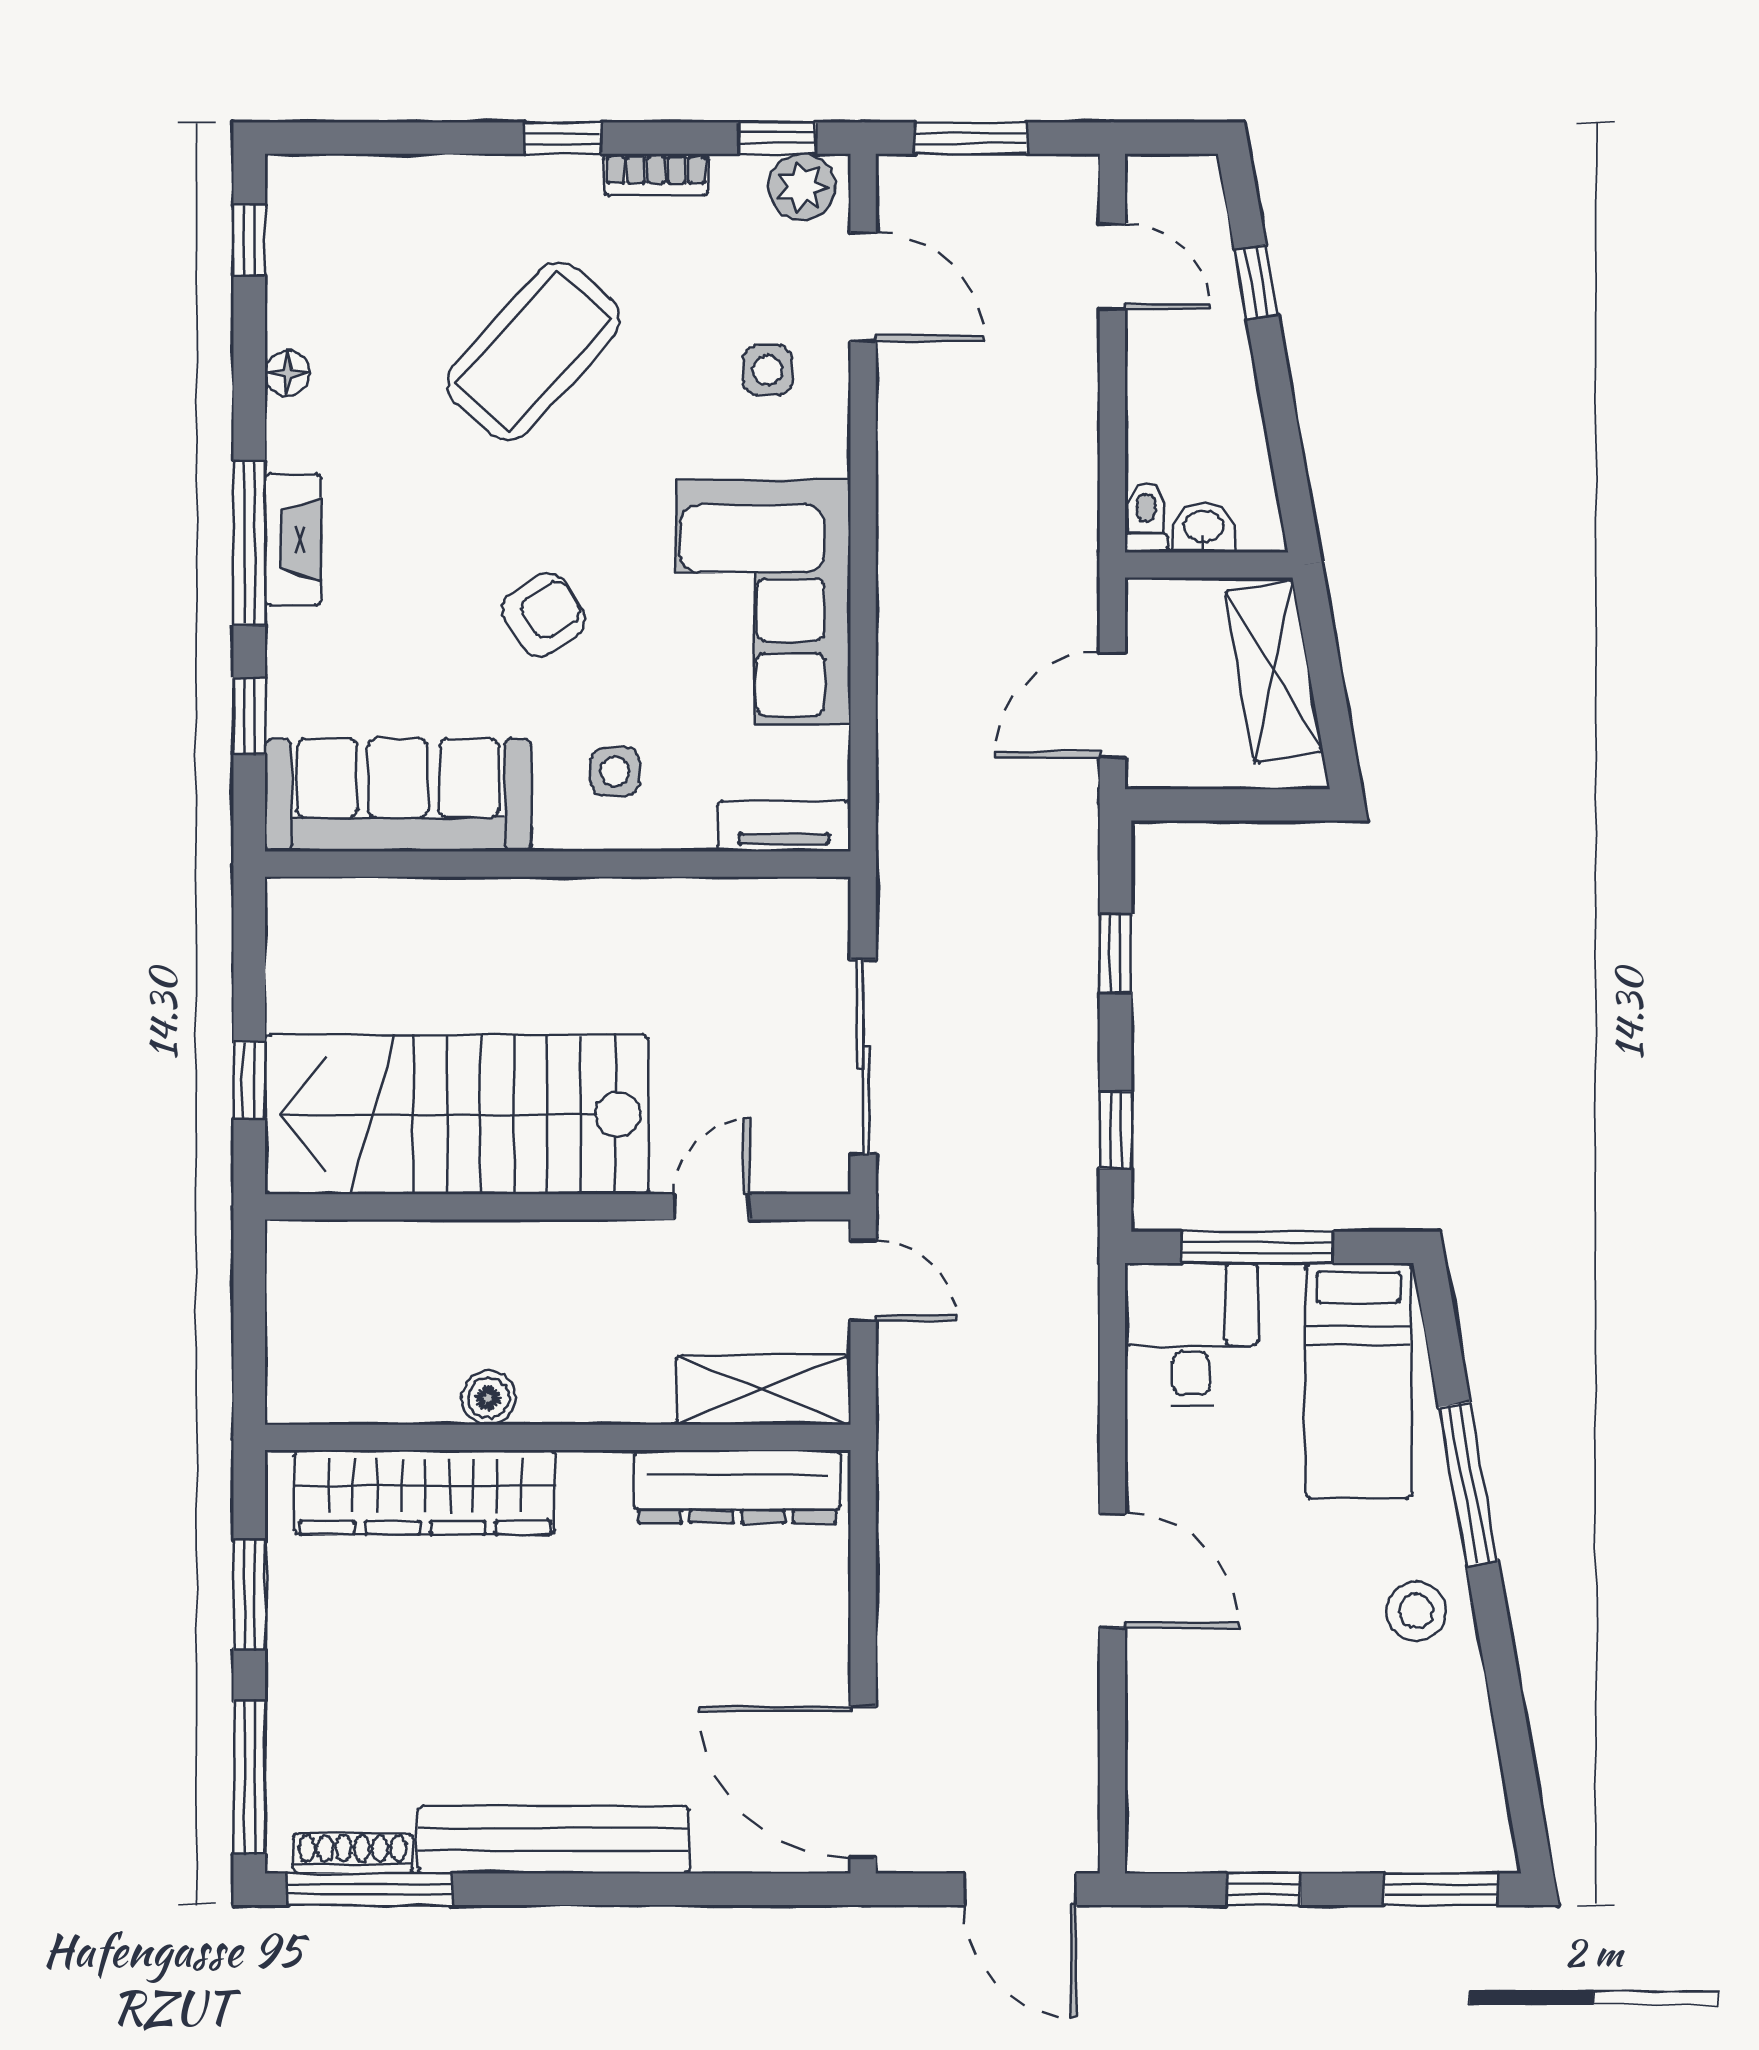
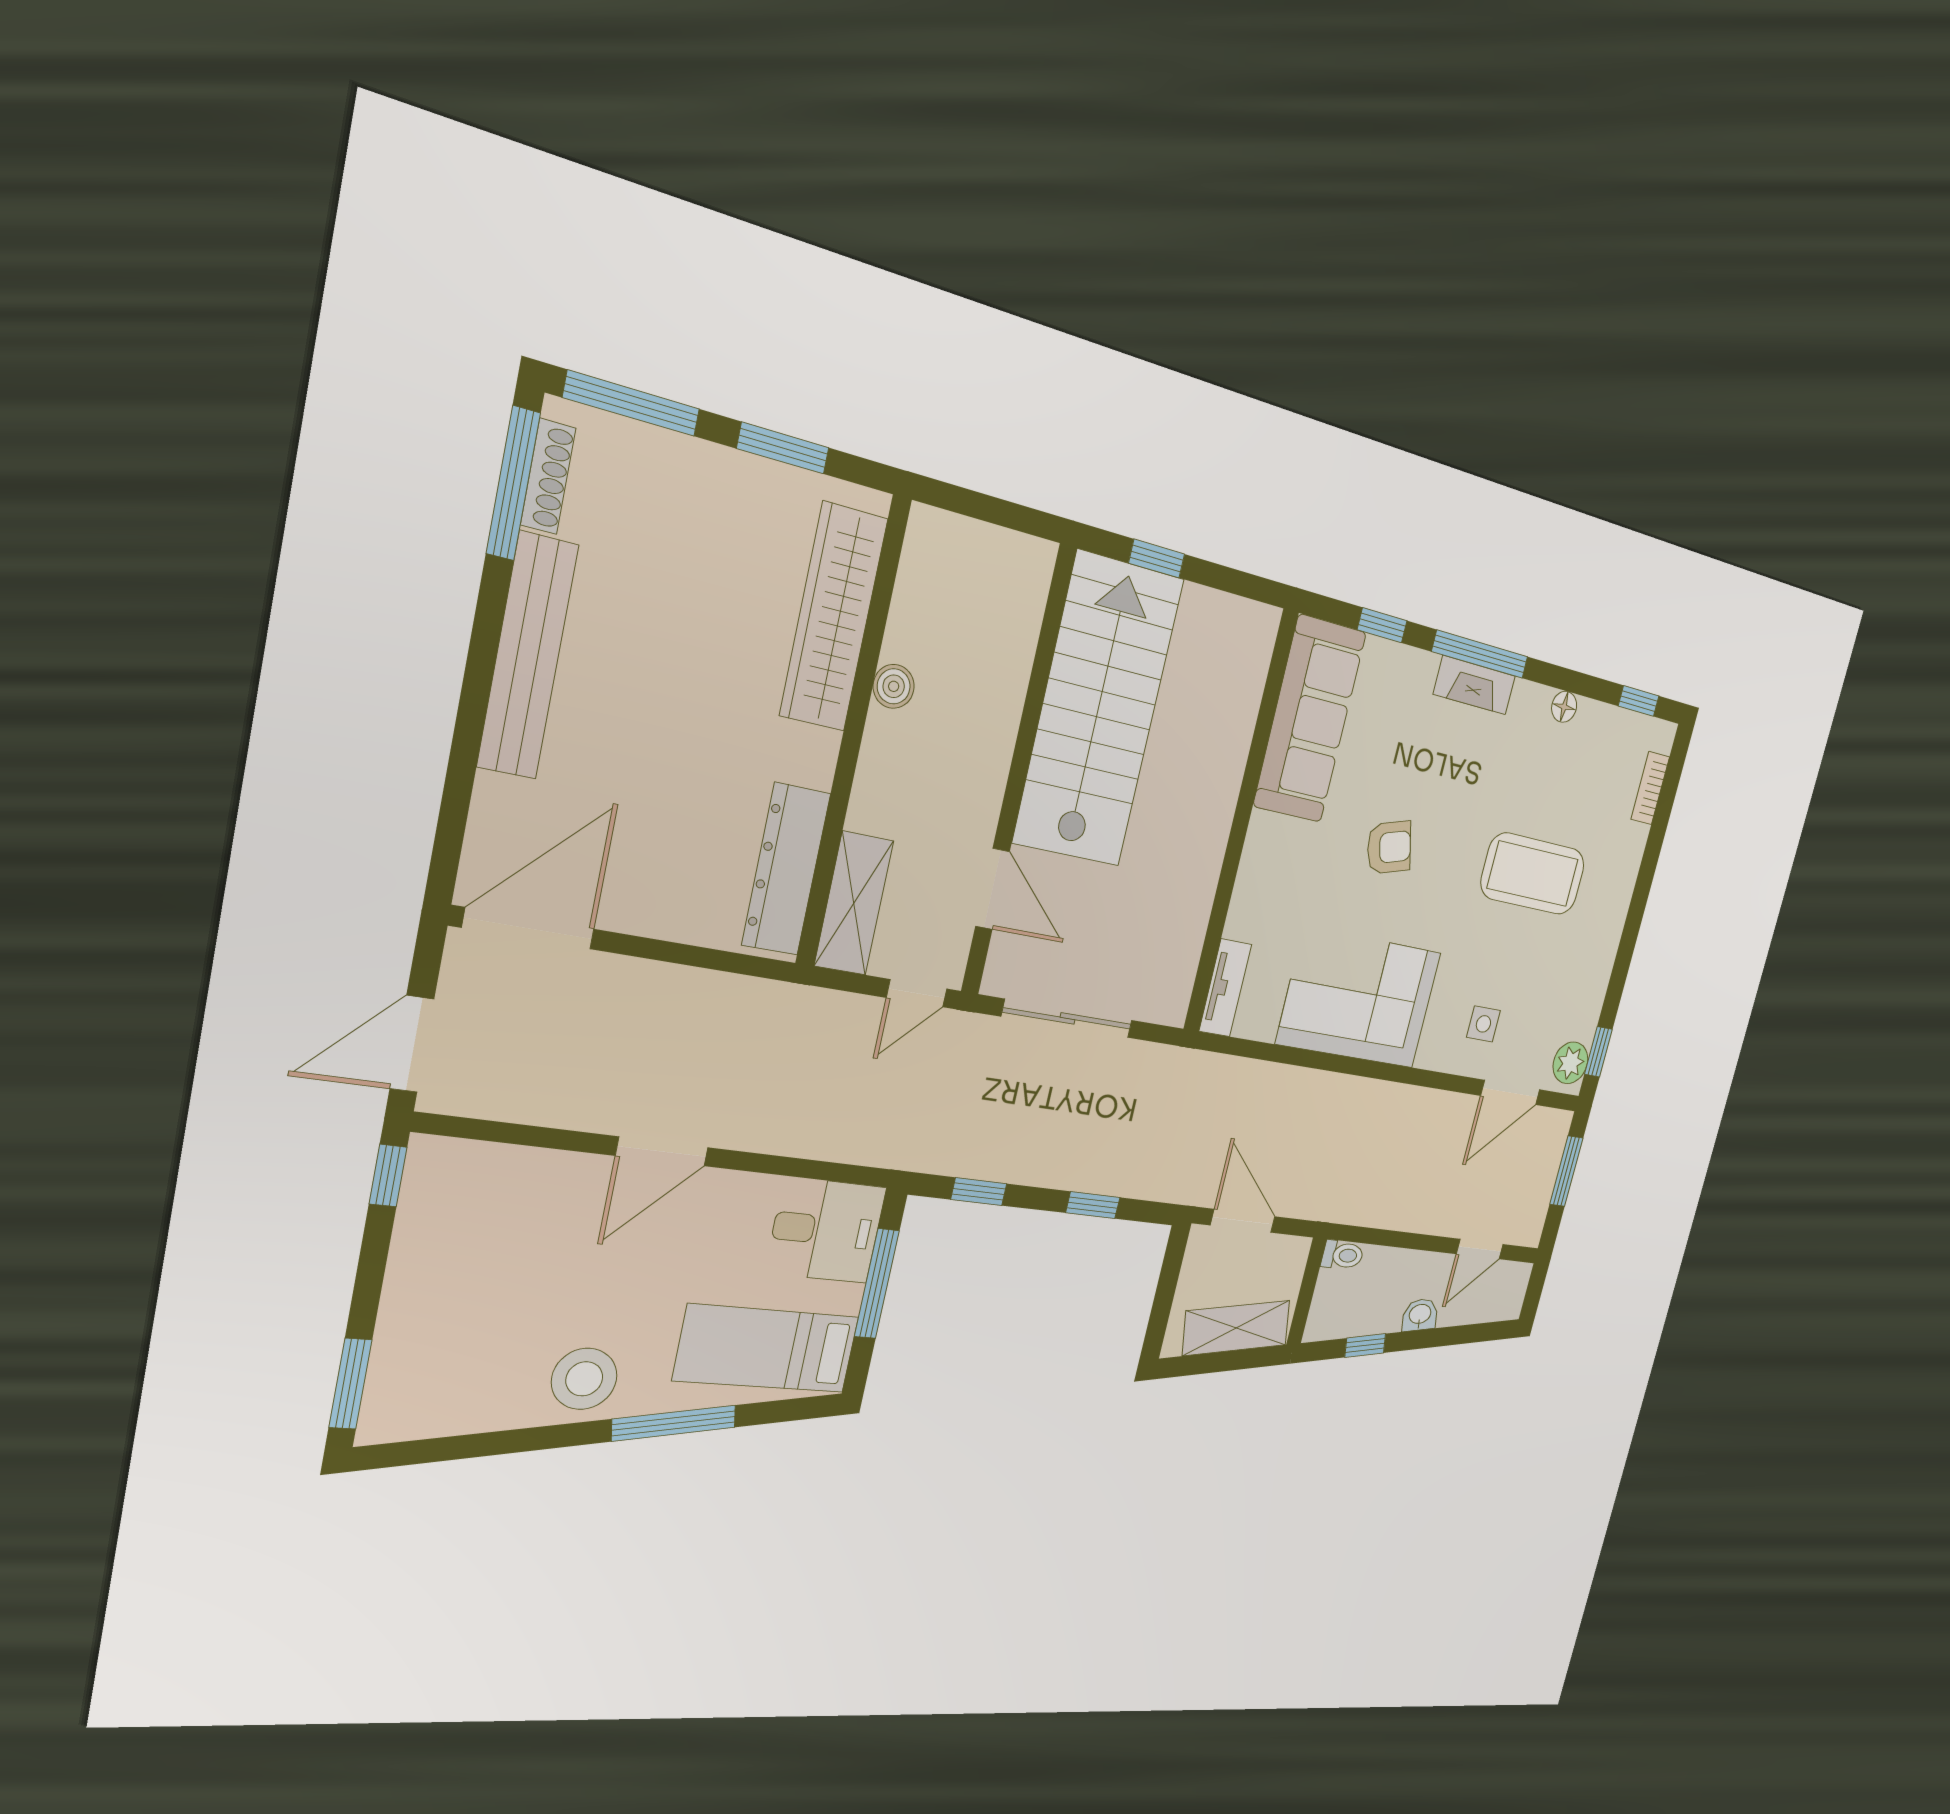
window: (562, 138) -> (1635, 917), removed
bookcase: (656, 175) -> (1650, 788), moved
window: (1256, 282) -> (1365, 1346), moved
coffee table: (534, 351) -> (1533, 874), turned -42
washbasin: (1204, 528) -> (1420, 1315), moved, turned -100
armchair: (544, 614) -> (1389, 847), turned -73
side table: (615, 772) -> (1286, 876), removed
door: (712, 1207) -> (992, 889), width x1.38
stool: (1416, 1611) -> (584, 1379), width x1.38, depth x1.38
window: (1264, 1889) -> (388, 1176), moved

